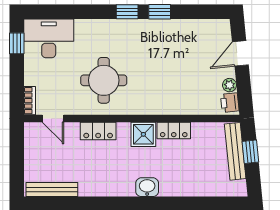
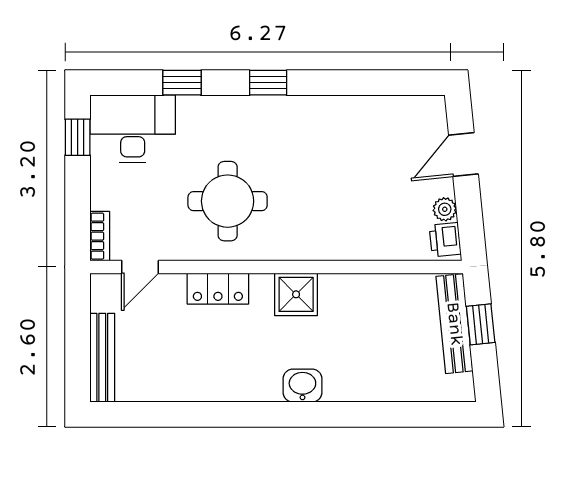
window: (160, 12) -> (182, 83), moved
door: (53, 118) -> (140, 267), hinge flipped
locker: (174, 130) -> (348, 288), removed
bench: (52, 190) -> (102, 358), moved, turned 90

